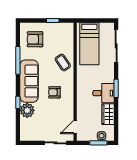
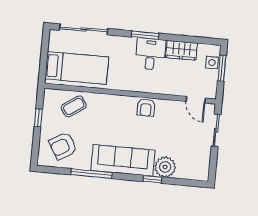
armchair: (35, 39) -> (63, 146), turned 60
coffee table: (63, 62) -> (74, 106), moved
armchair: (54, 92) -> (146, 108), moved

